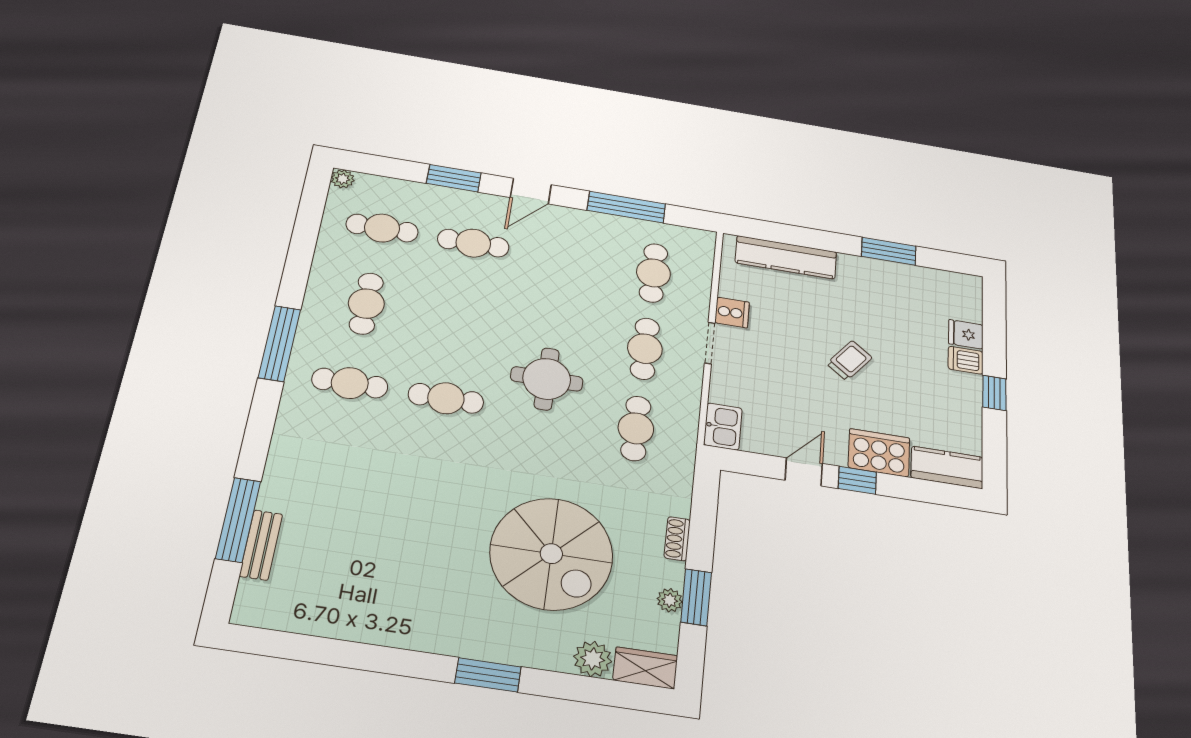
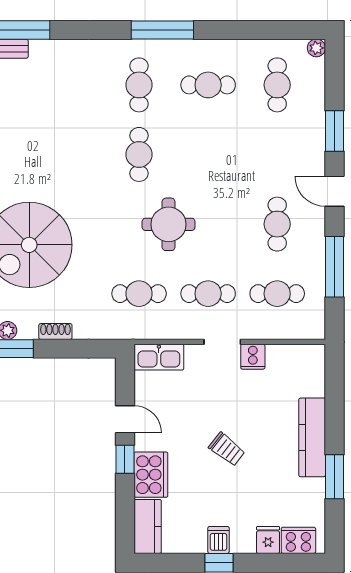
cafe table: (473, 243) -> (277, 224), moved
kitchen counter: (786, 257) -> (312, 437), moved
cooker: (966, 302) -> (298, 540), added
dishwasher: (966, 360) -> (218, 540), moved
kitchen sink: (723, 426) -> (159, 357), width x1.38

